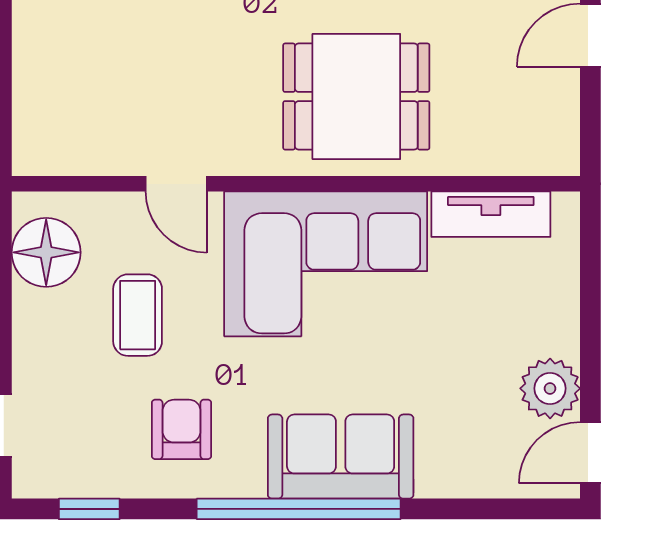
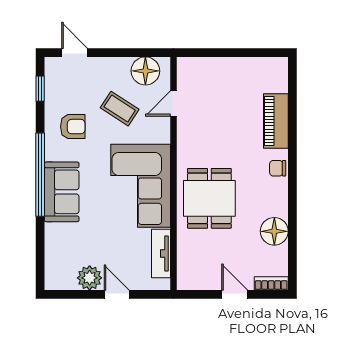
door: (176, 184) -> (174, 103), moved
coffee table: (138, 315) -> (120, 109), turned 33
door: (590, 453) -> (117, 294), moved

